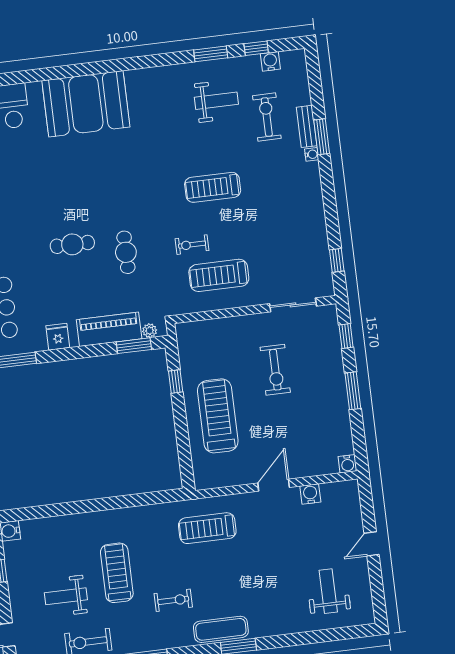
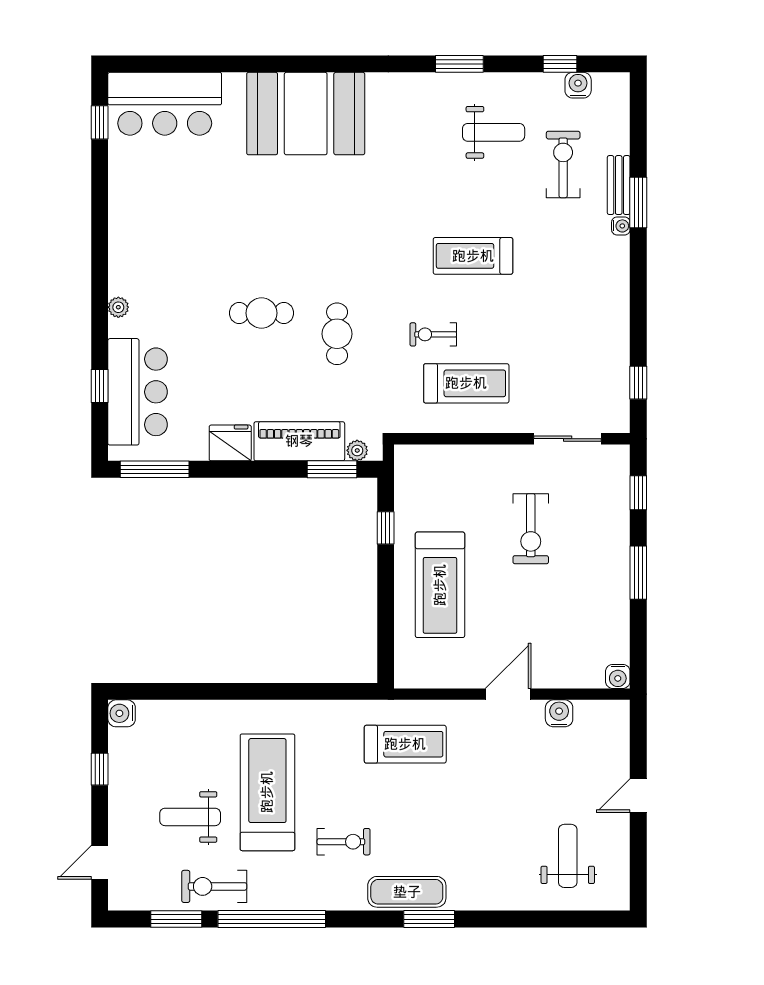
window: (211, 54) -> (459, 64), moved
treadmill: (219, 275) -> (466, 383), turned 180
fridge: (58, 337) -> (230, 443), width x1.38
treadmill: (218, 416) -> (440, 585), turned 180
treadmill: (207, 528) -> (405, 744), turned 180
treadmill: (117, 573) -> (267, 792), width x1.37, depth x1.38

